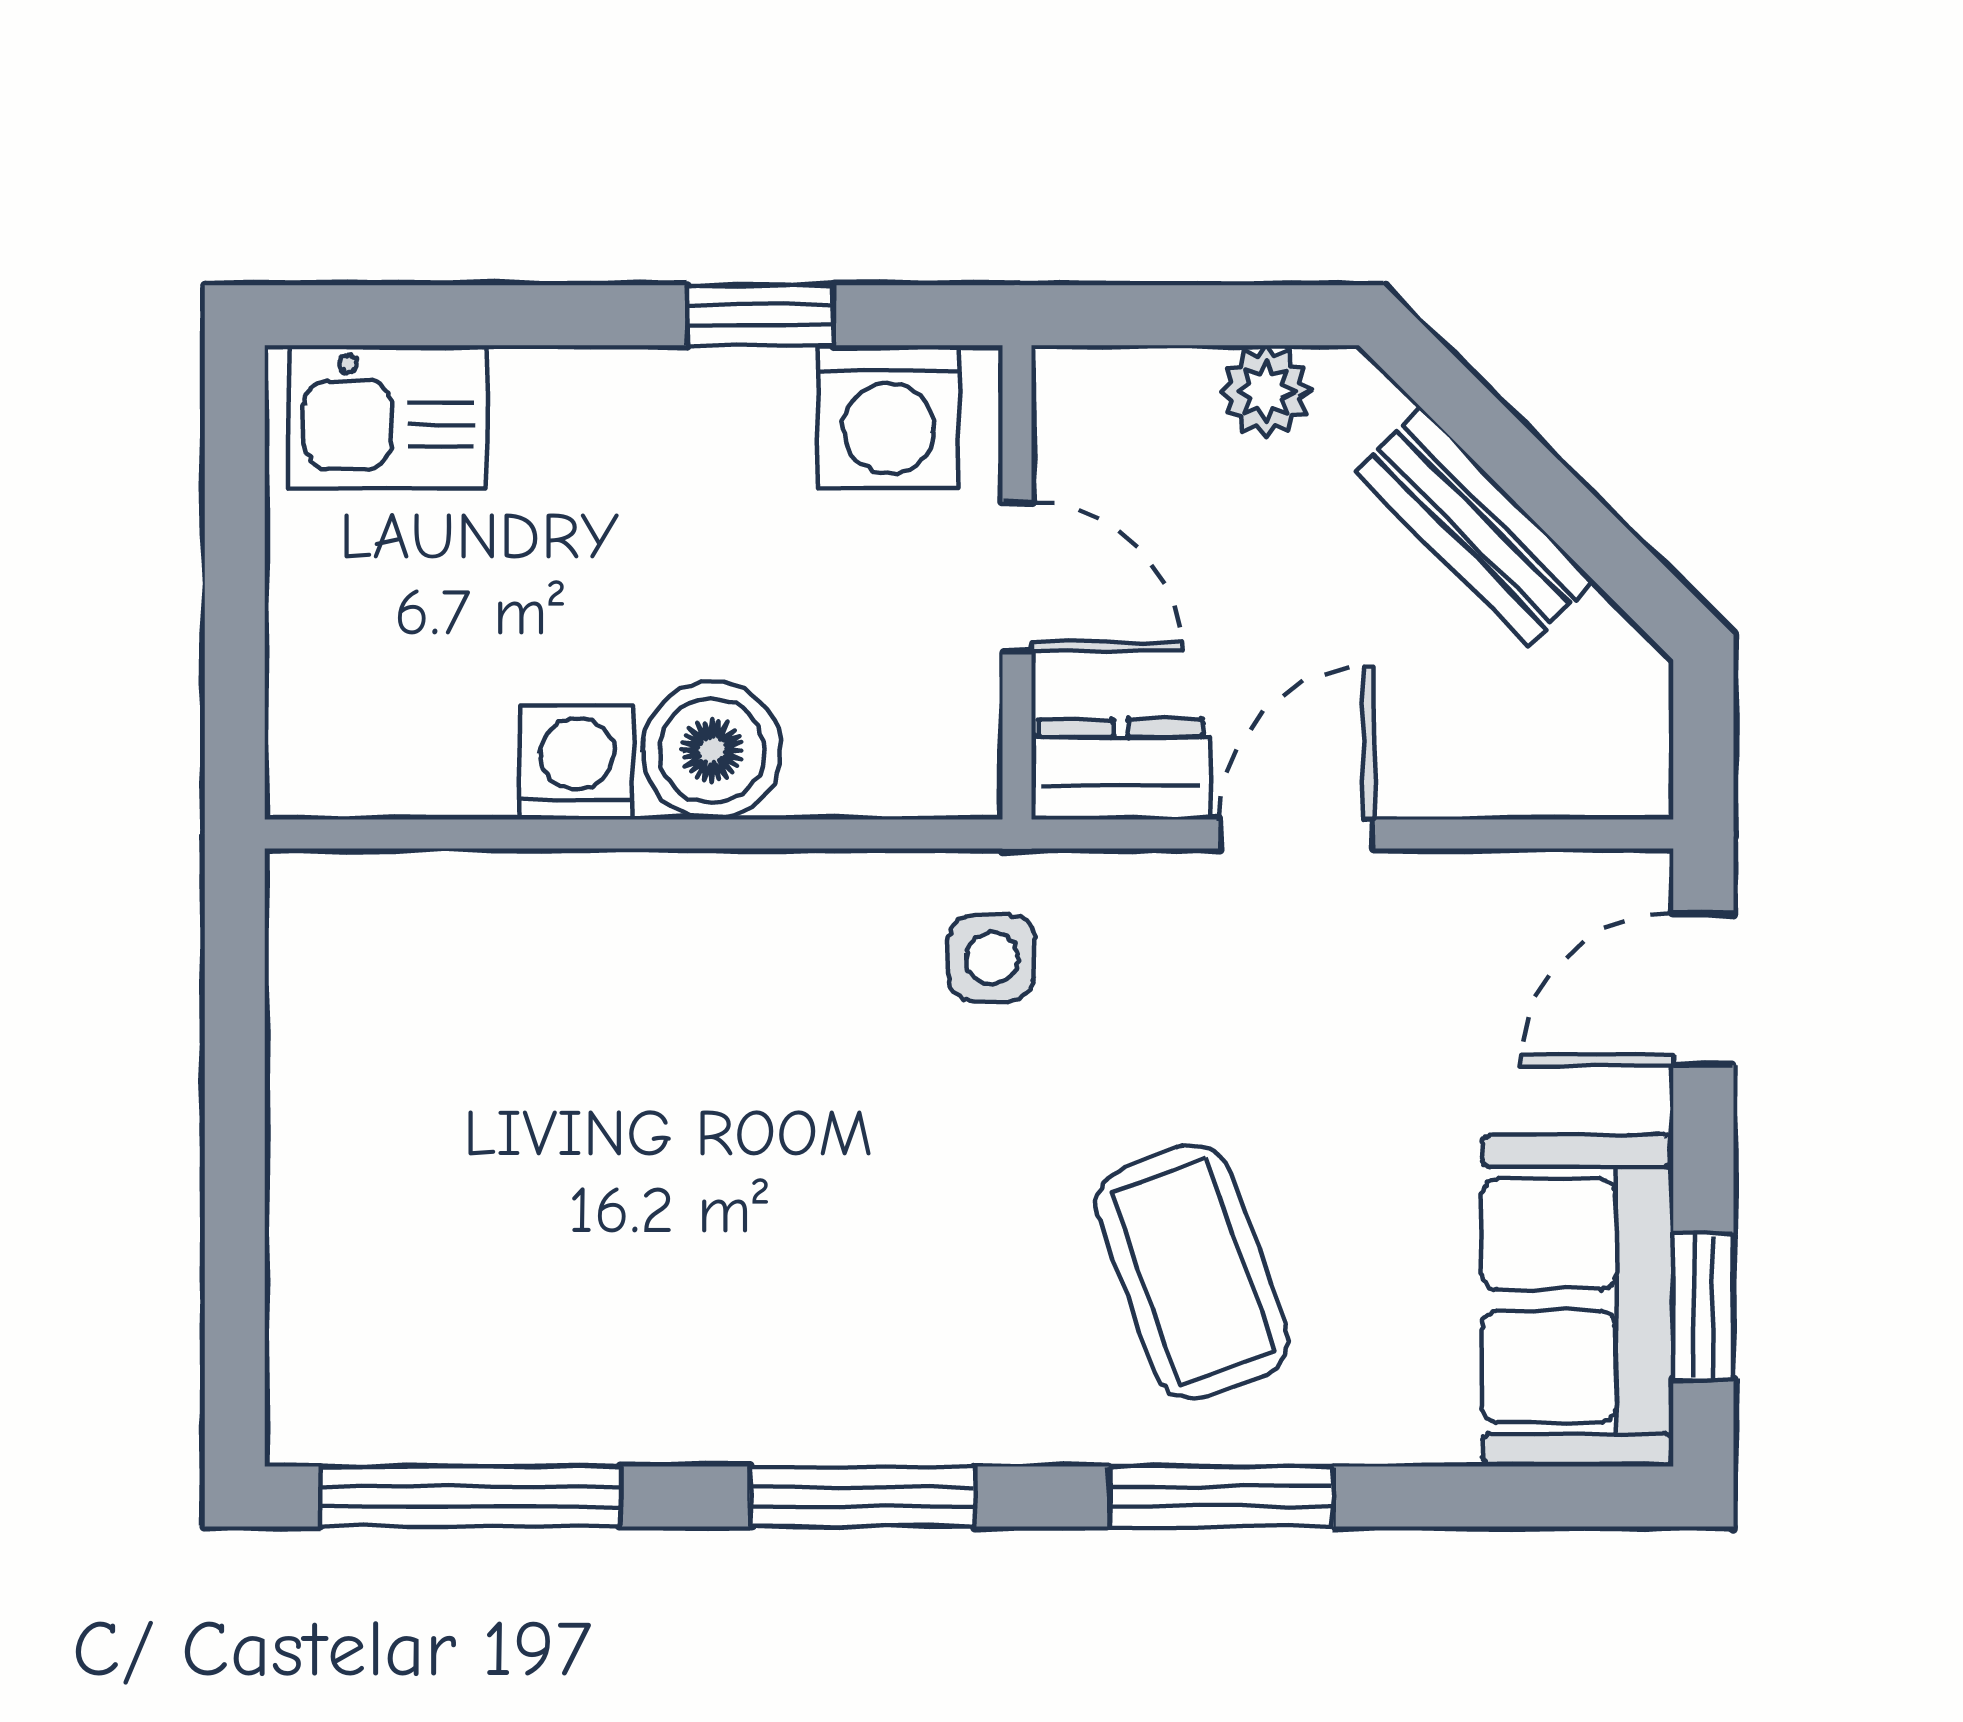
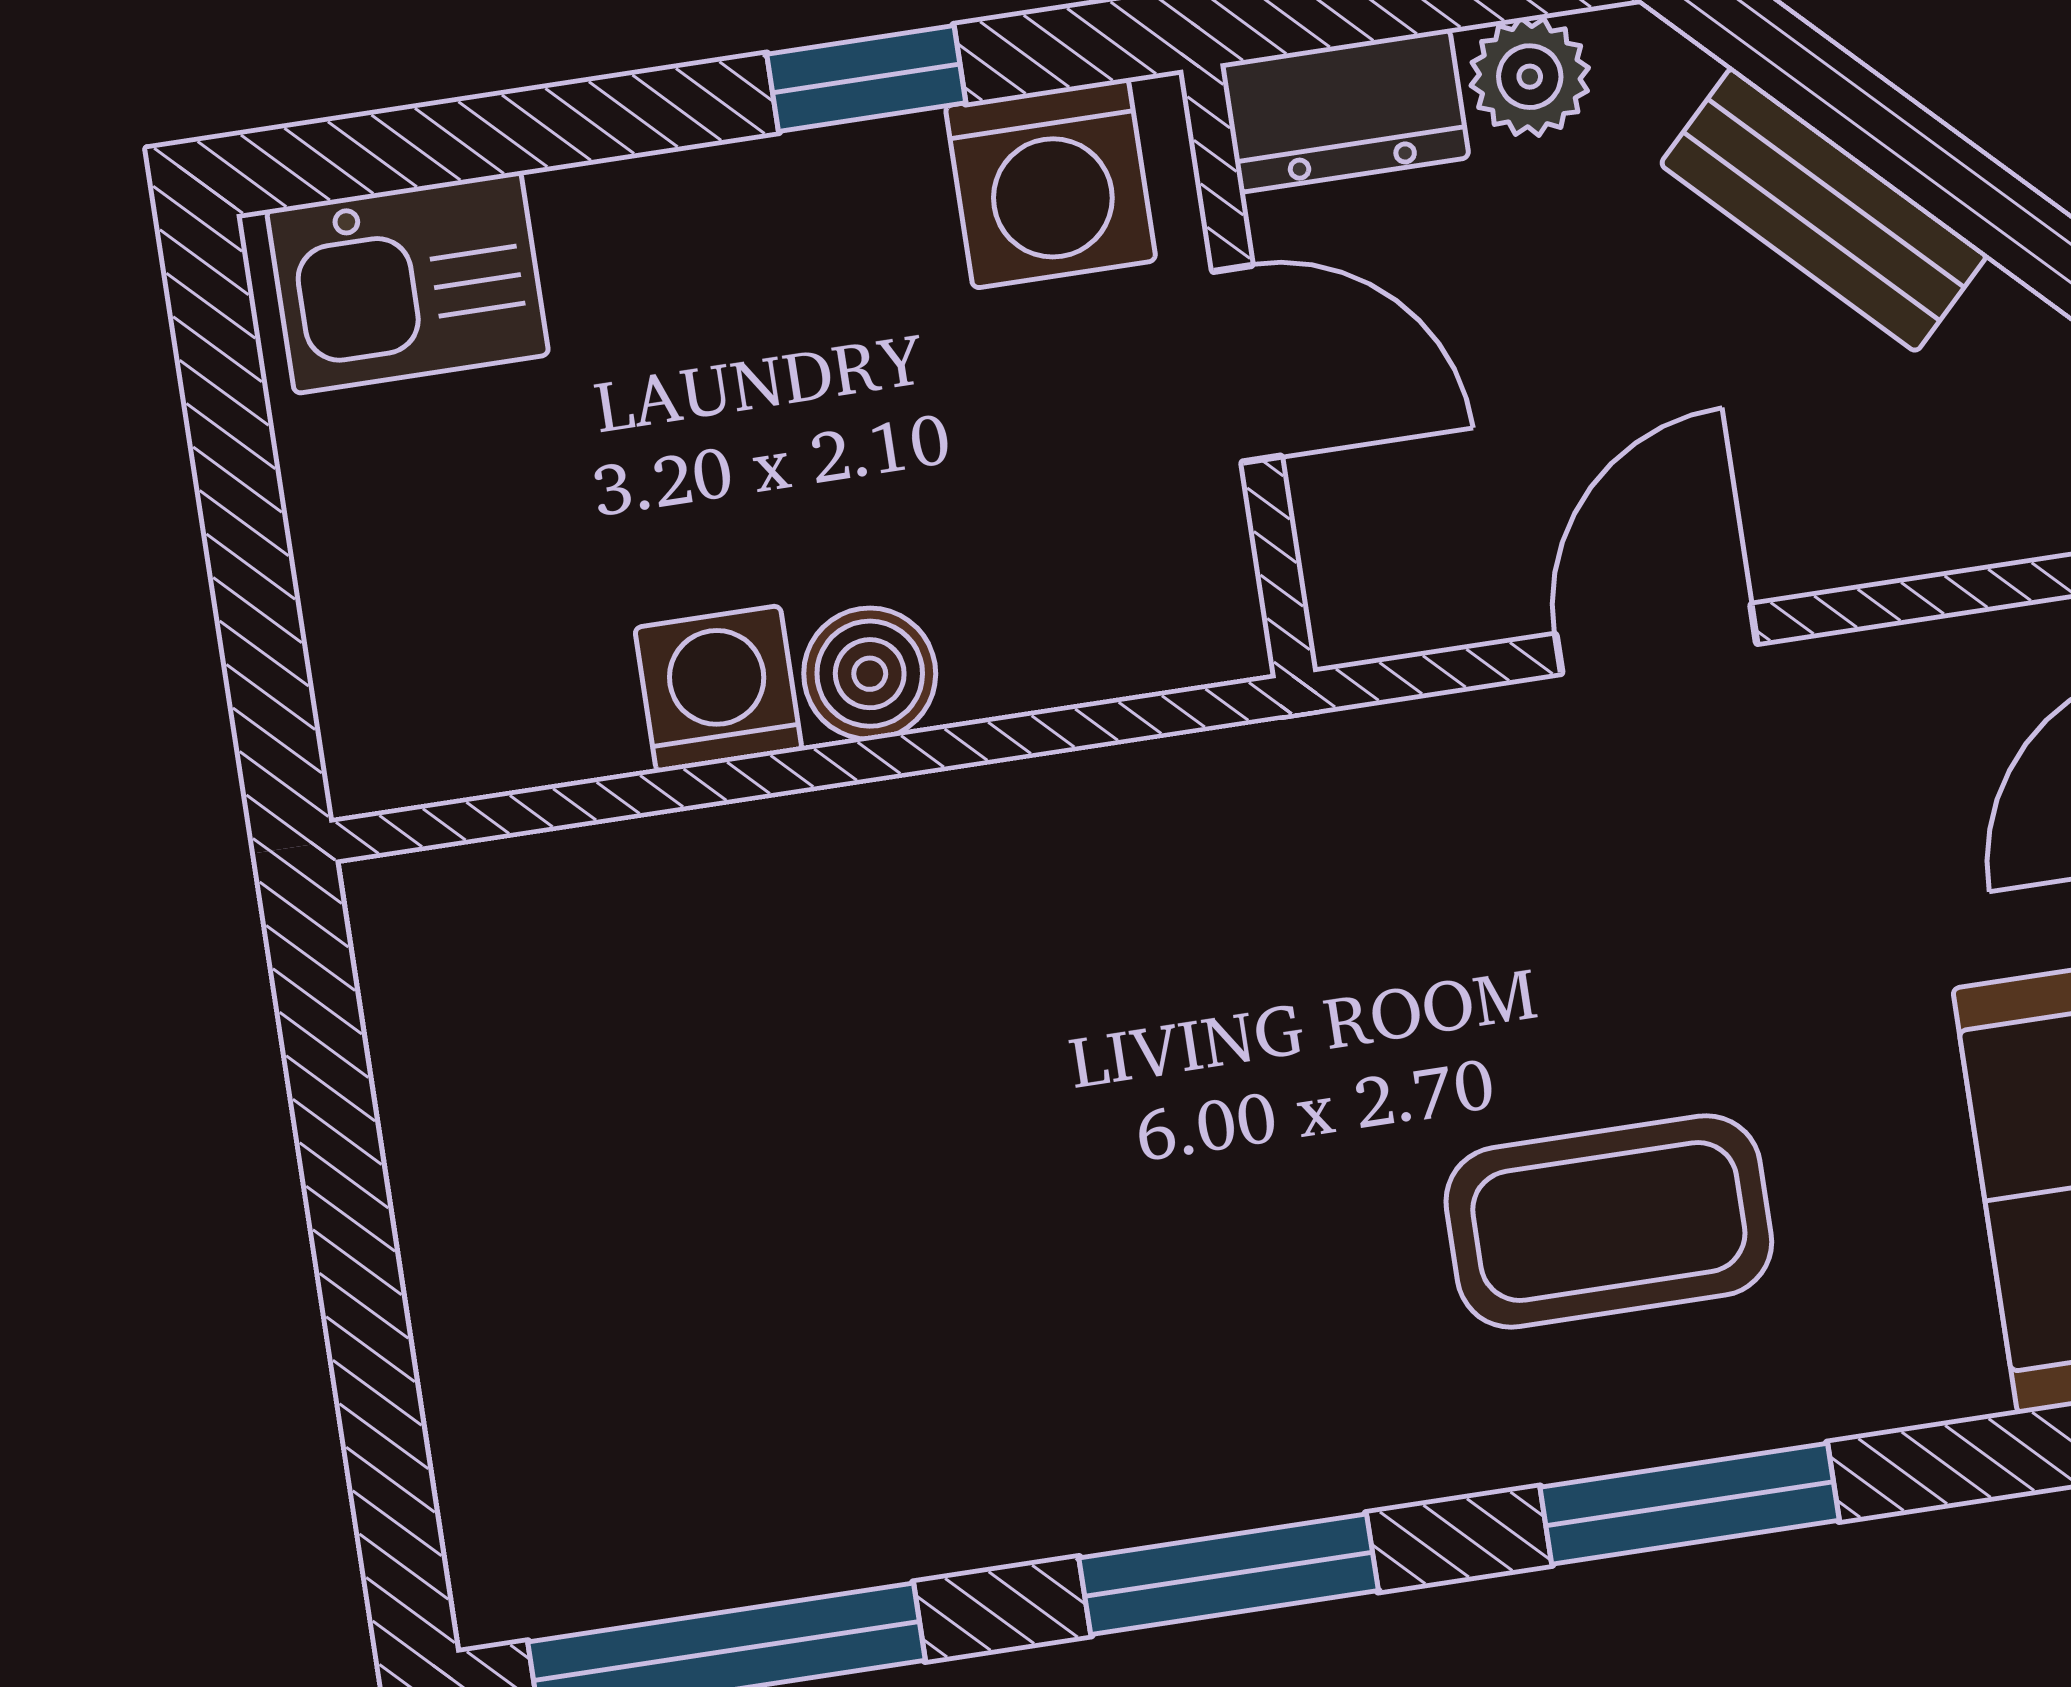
boiler: (712, 750) -> (870, 674), width x0.73, depth x0.73
dresser: (1121, 769) -> (1345, 111), moved, turned 180
side table: (992, 958) -> (1289, 858), removed
coffee table: (1193, 1272) -> (1609, 1221), turned -70

